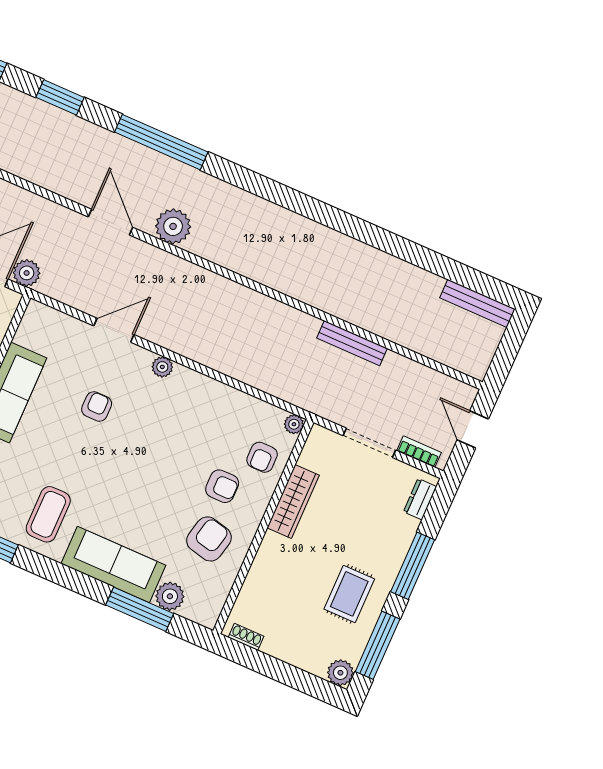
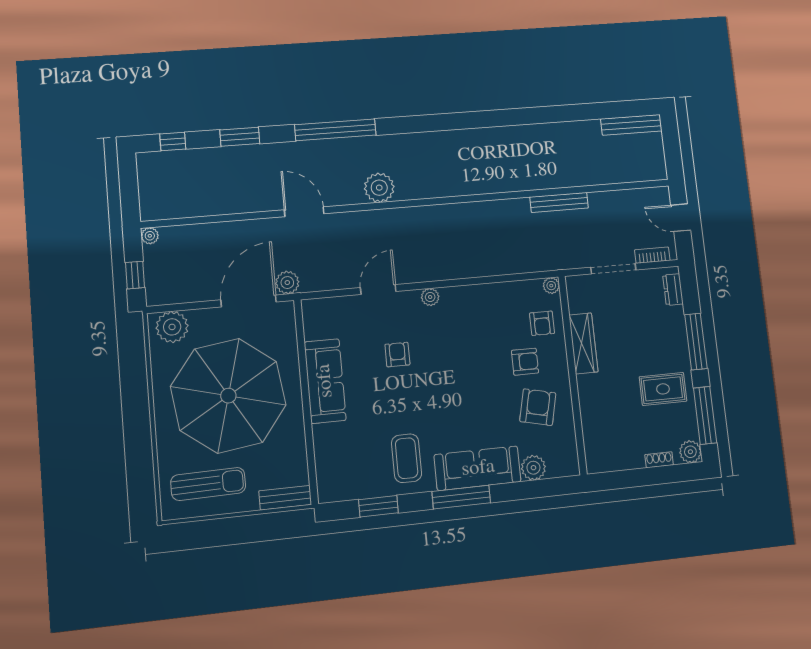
door: (110, 222) -> (304, 212), moved
rug: (349, 594) -> (663, 389), turned 90
window: (140, 609) -> (461, 497), moved
shoe rack: (246, 637) -> (659, 460), moved

